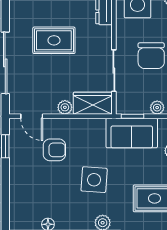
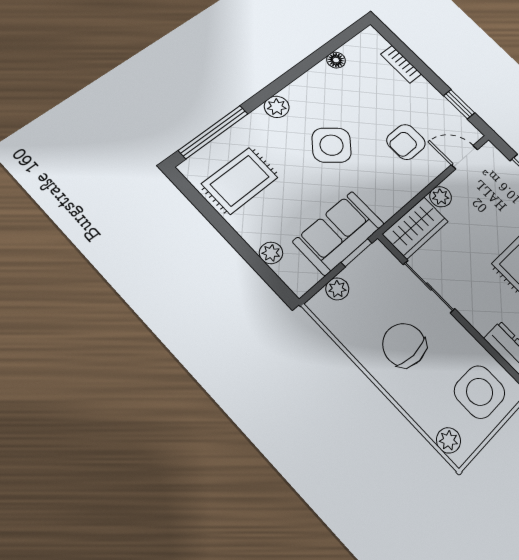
side table: (94, 180) -> (332, 145), turned 36
bookcase: (15, 194) -> (401, 64), added

